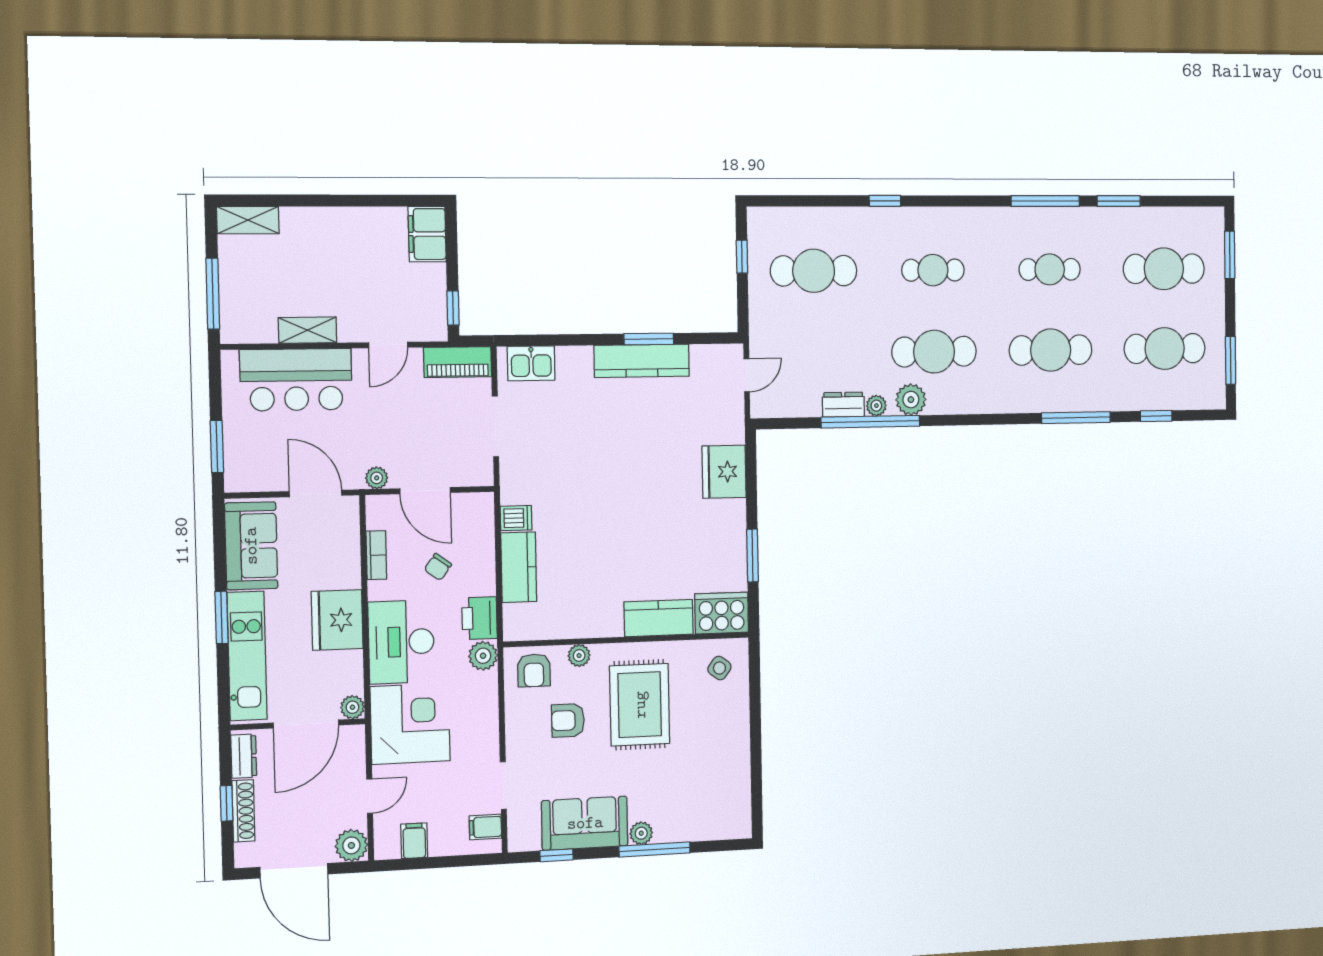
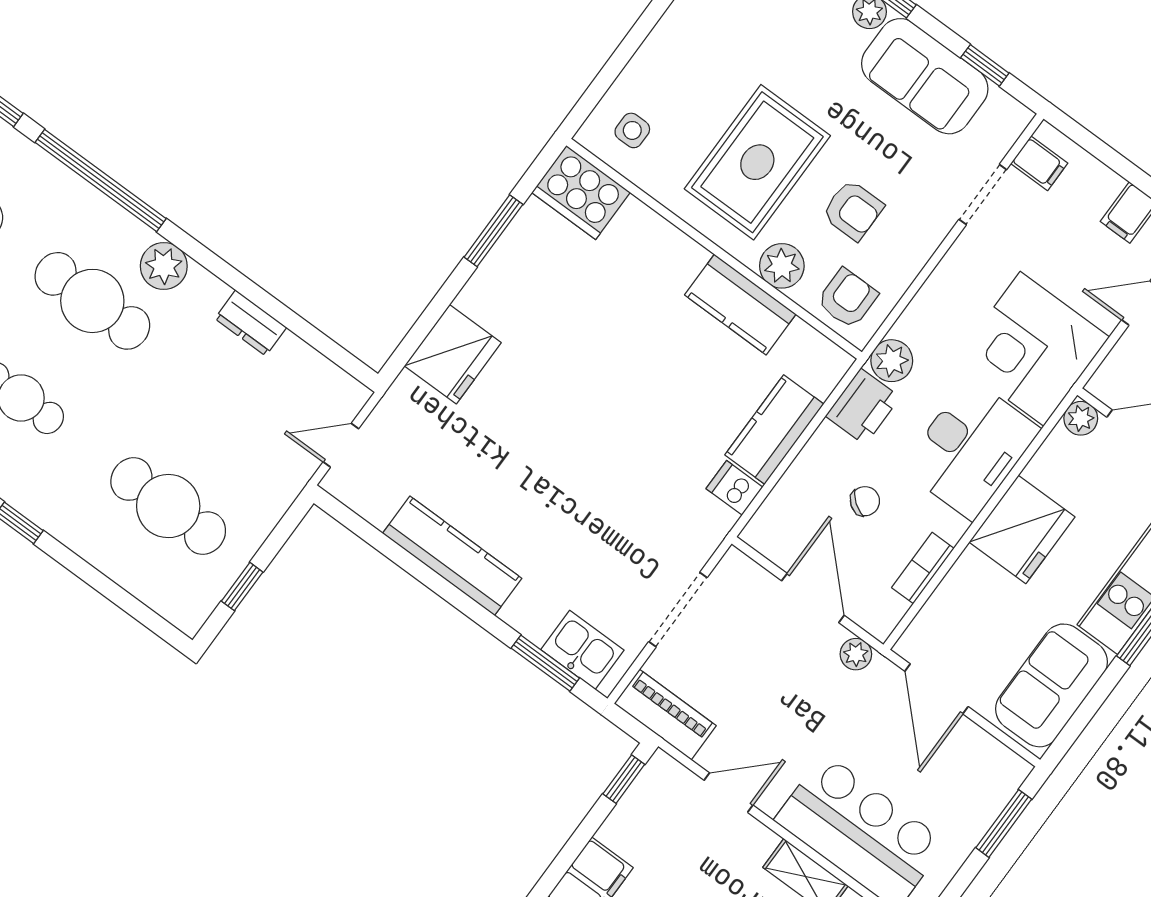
window: (649, 339) -> (545, 663), moved
plant: (876, 406) -> (211, 291), removed
window: (870, 422) -> (101, 180), moved
kitchen counter: (659, 618) -> (740, 305), moved
plant: (579, 656) -> (782, 266), width x1.38, depth x1.38
side table: (719, 668) -> (632, 130), turned -37

